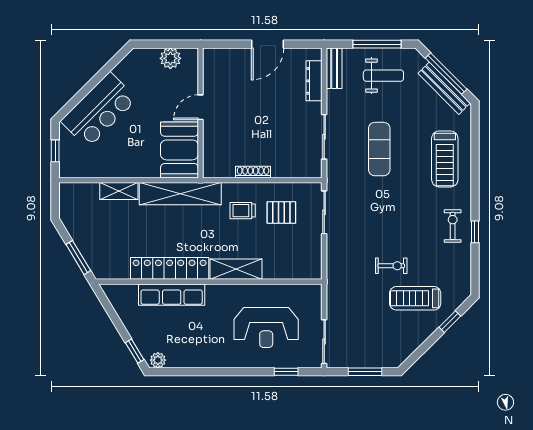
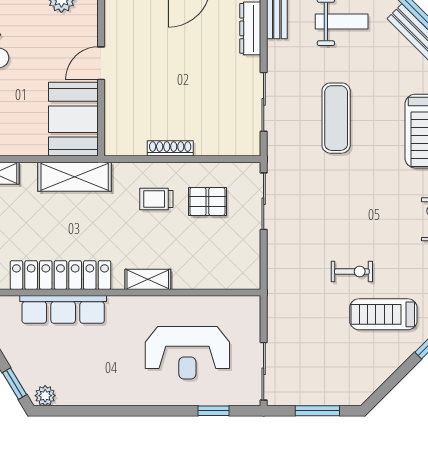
shelving: (180, 194) -> (75, 177), width x0.68
shelving: (236, 269) -> (148, 279), width x0.67, depth x0.75

